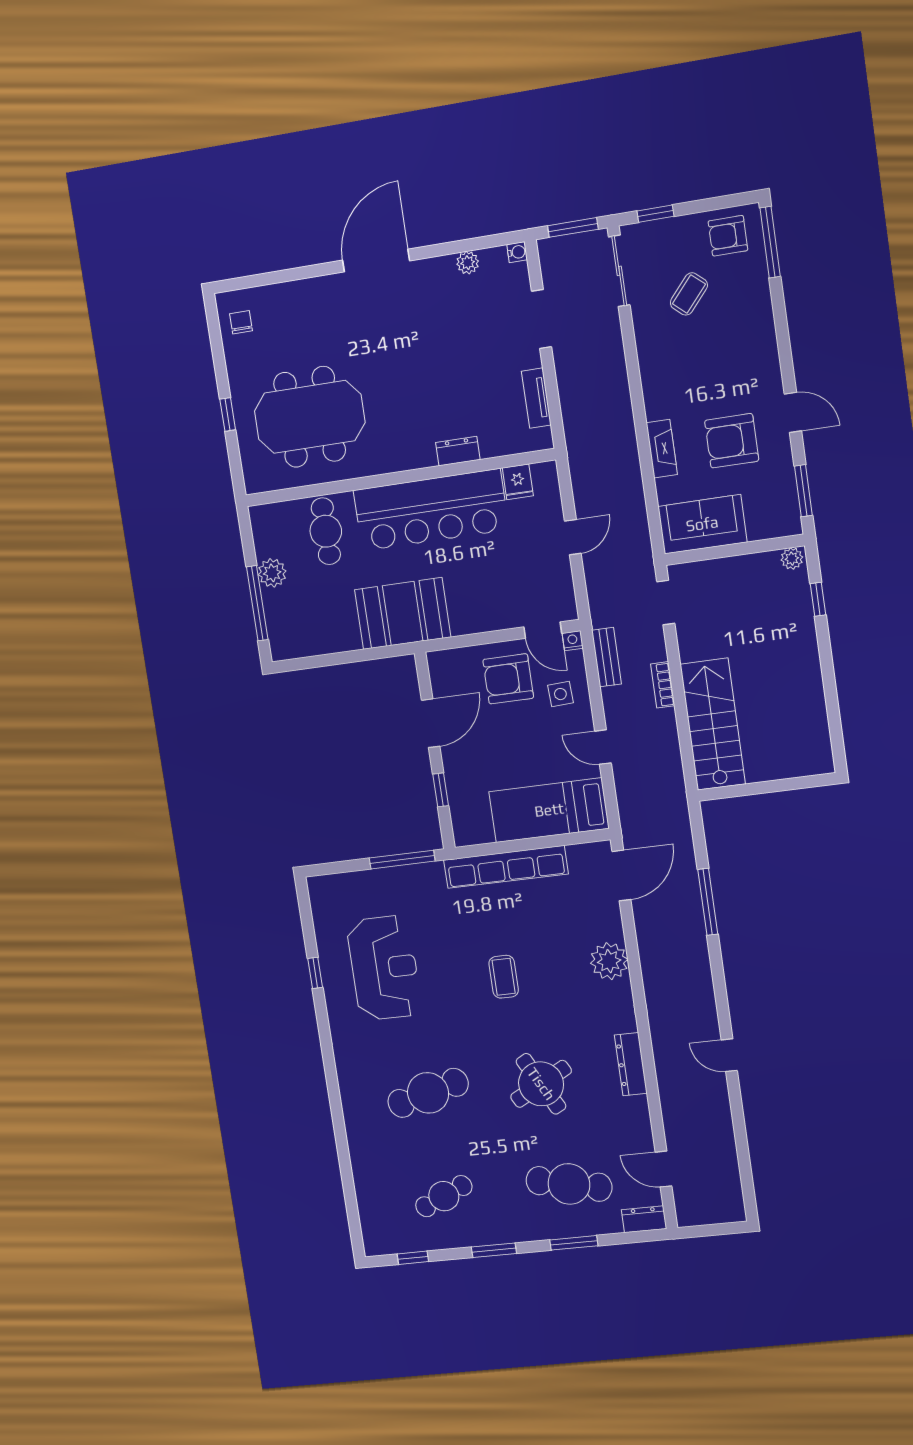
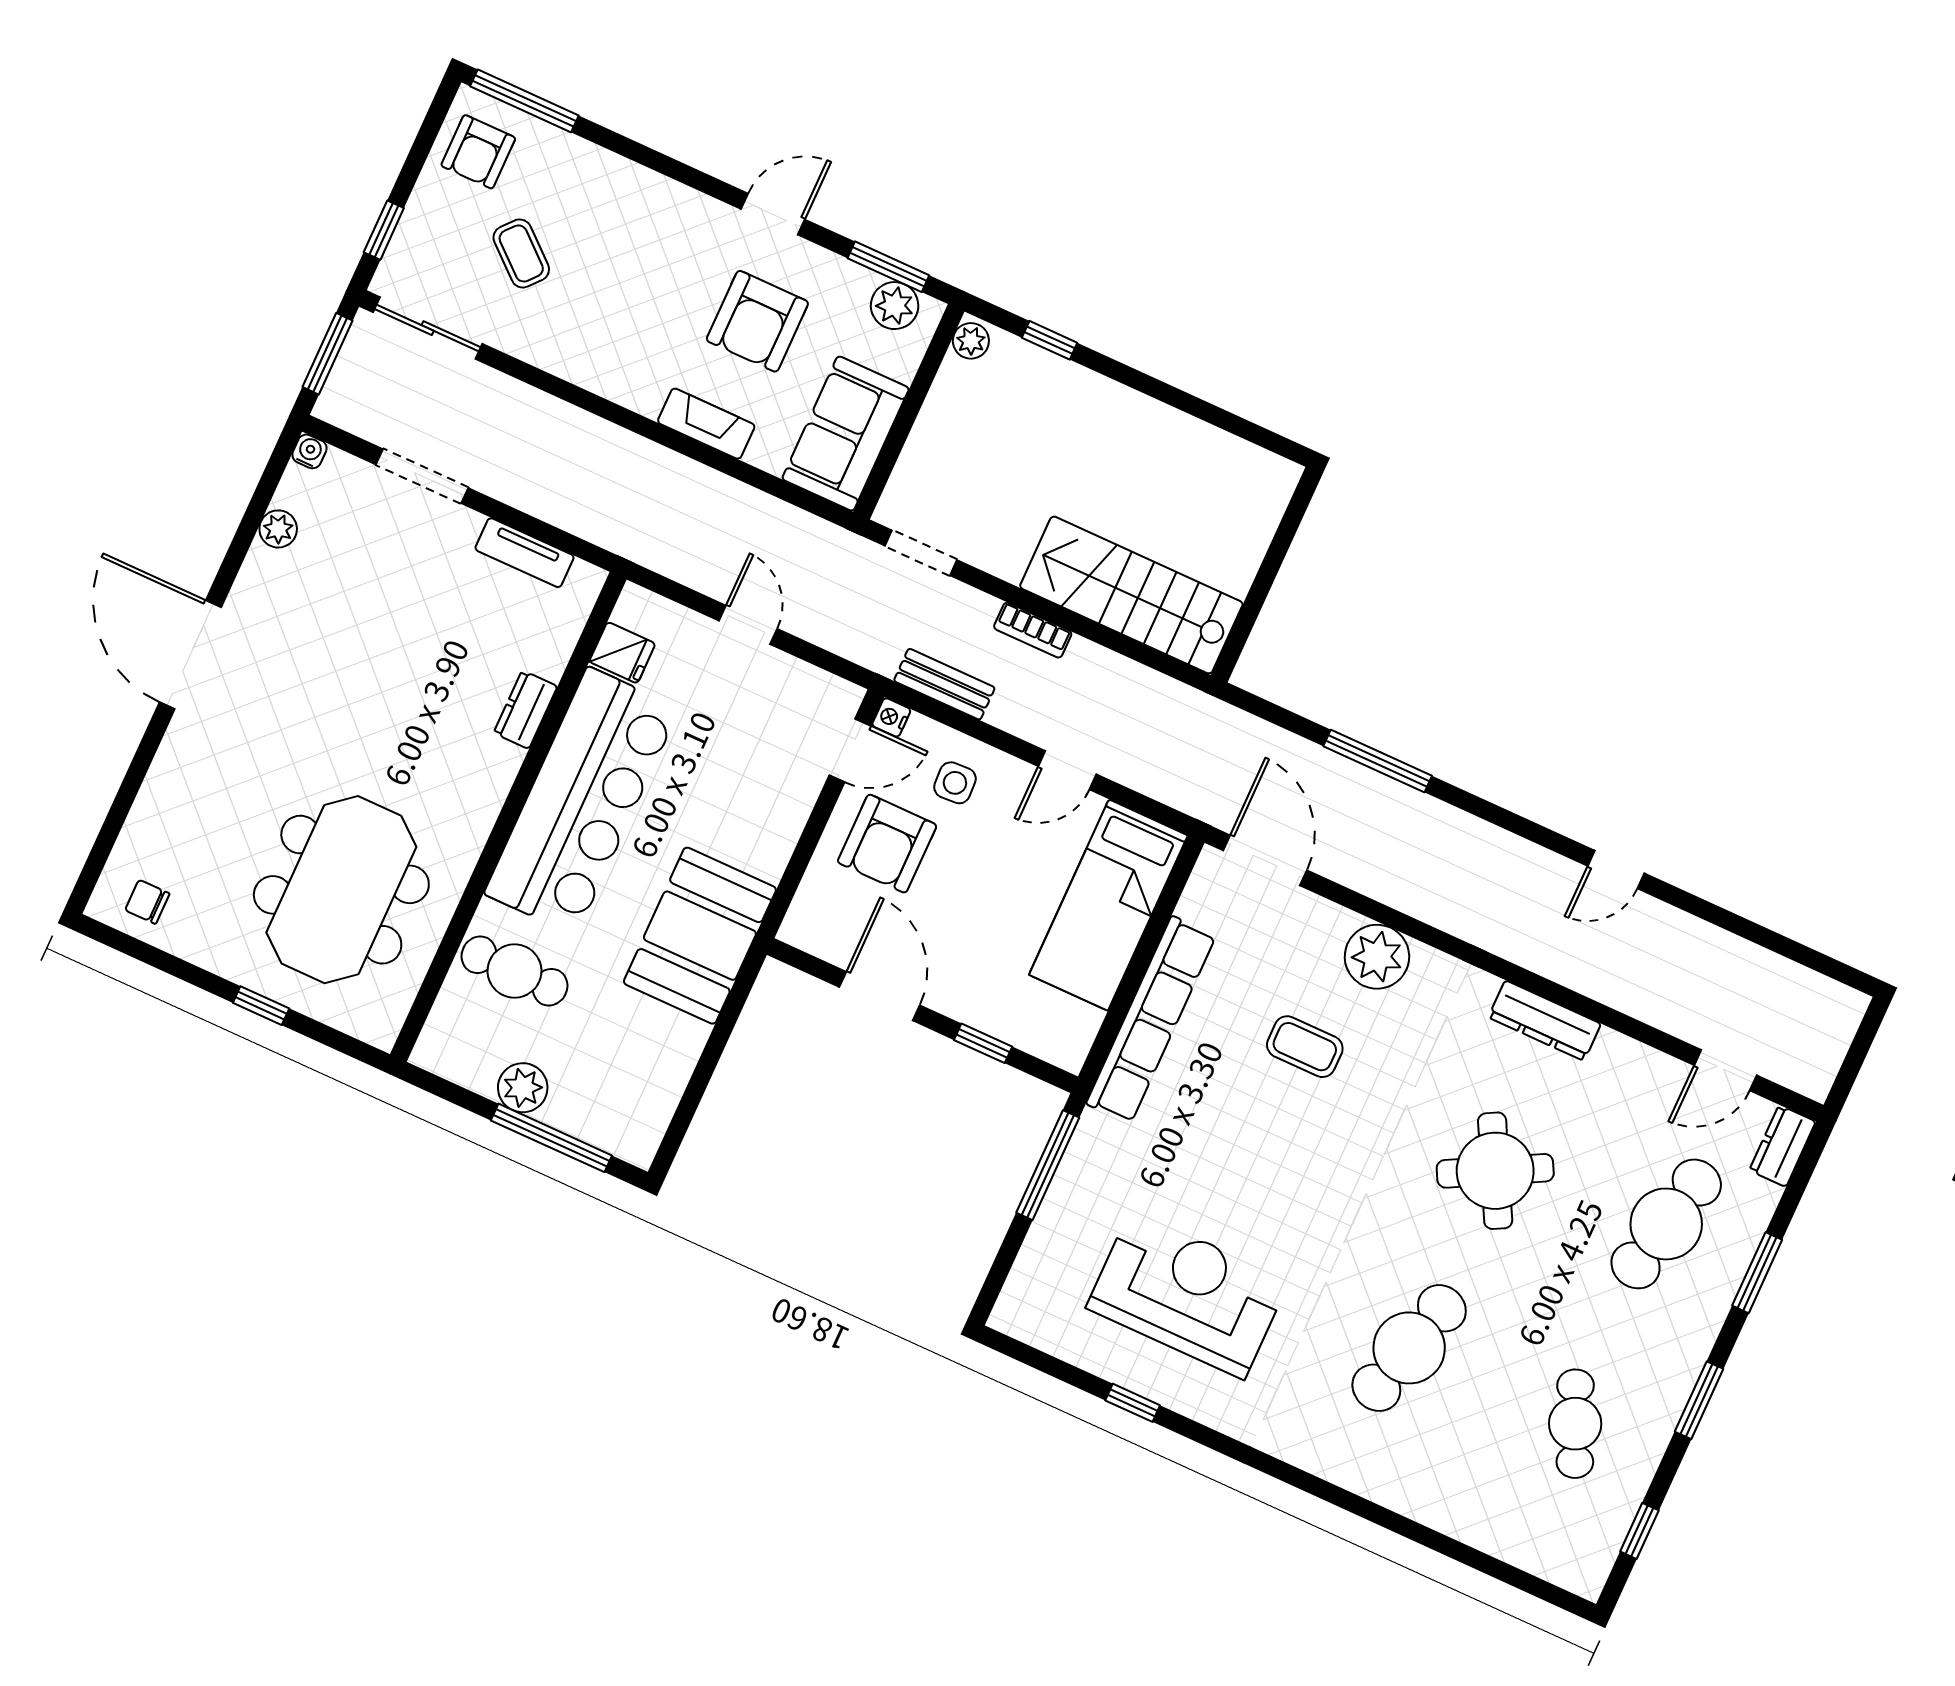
plant: (785, 507) -> (895, 306), added
coffee table: (504, 977) -> (1305, 1047), moved
cafe table: (428, 1093) -> (1409, 1348), turned 30

